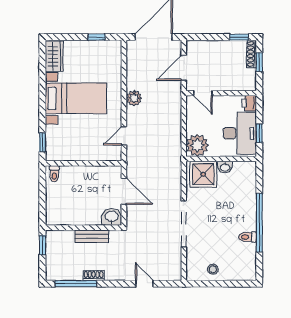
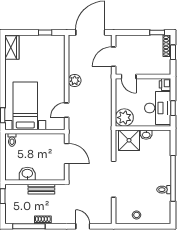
bed with nightstands: (76, 98) -> (25, 106), moved, turned -90
washbasin: (112, 217) -> (27, 174), moved

